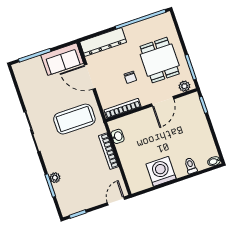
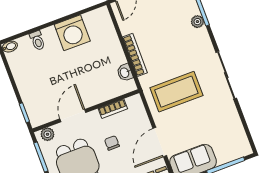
door: (90, 77) -> (160, 142), swing flipped
bookcase: (122, 108) -> (113, 109), width x0.64

